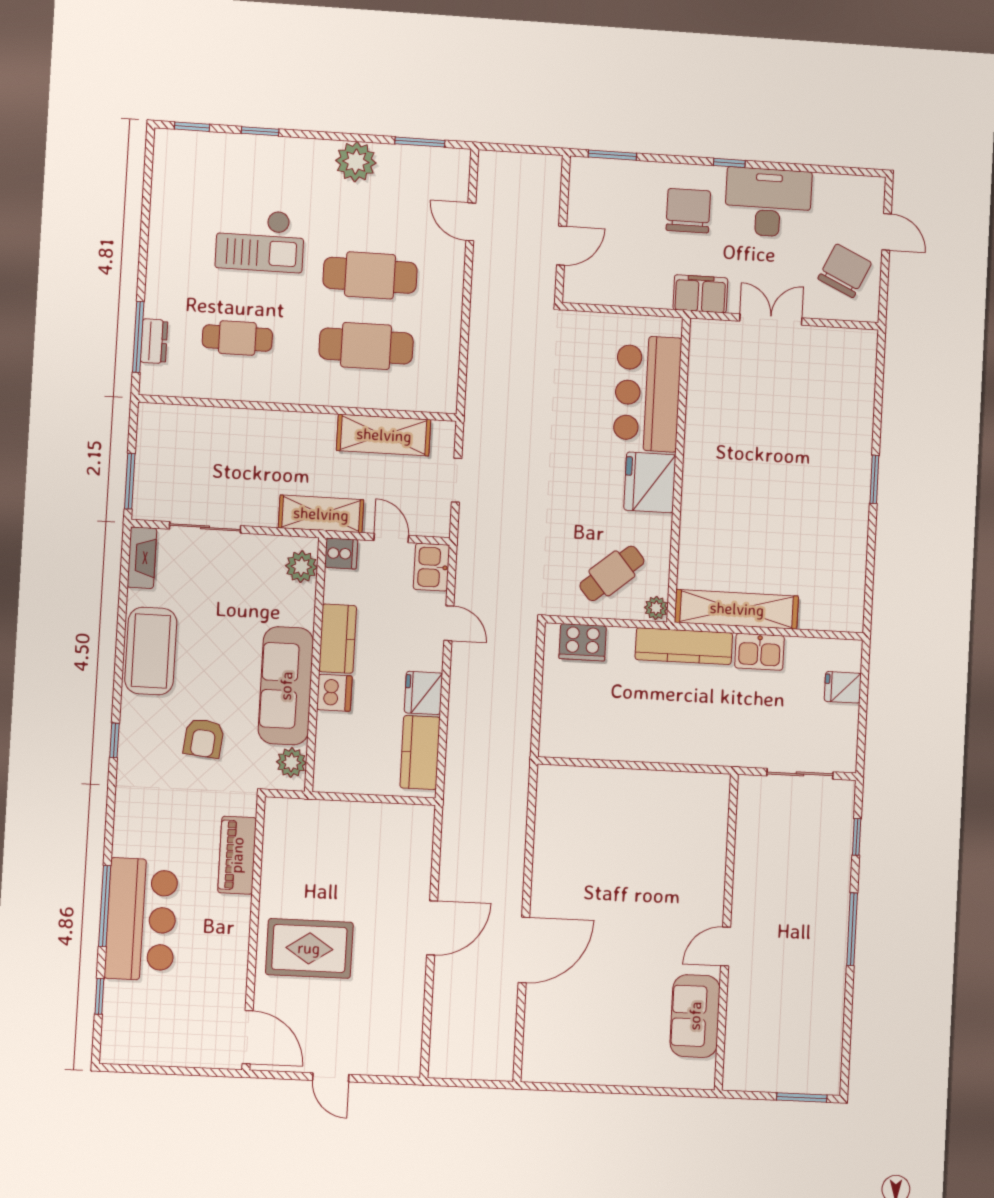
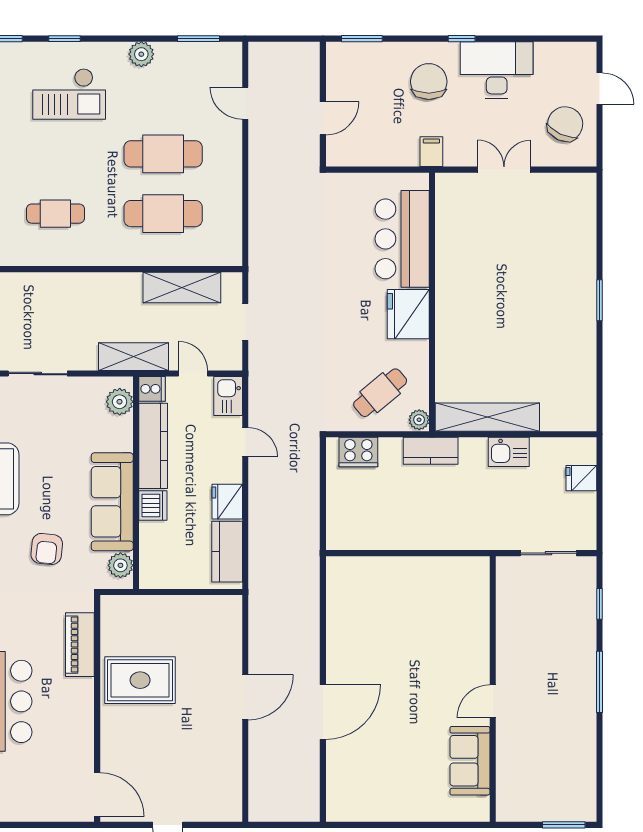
plant: (356, 162) -> (141, 54), width x0.73, depth x0.73
checkout: (260, 240) -> (69, 94), moved
filing cabinet: (700, 294) -> (431, 152), width x0.50
kitchen counter: (338, 639) -> (153, 446), width x1.50
kitchen counter: (684, 646) -> (431, 451), width x0.67
rug: (309, 948) -> (140, 680), moved

